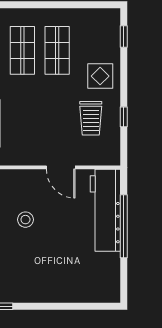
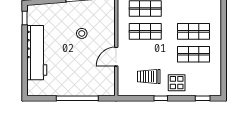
window: (124, 117) -> (161, 98), moved
shop shelf: (22, 123) -> (145, 31), added
workbench: (105, 210) -> (37, 53), moved, turned 90

